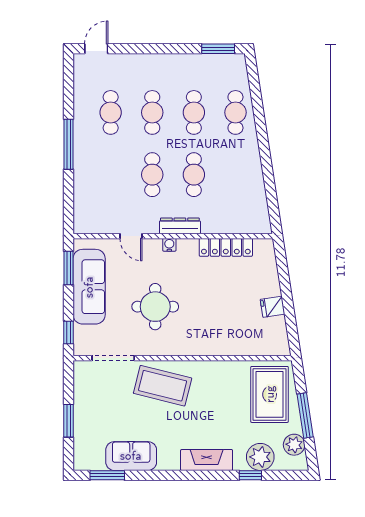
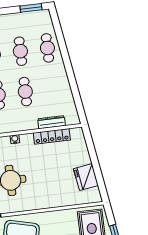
dresser: (180, 226) -> (51, 122), moved
fridge: (273, 307) -> (86, 177), width x1.88, depth x1.34

